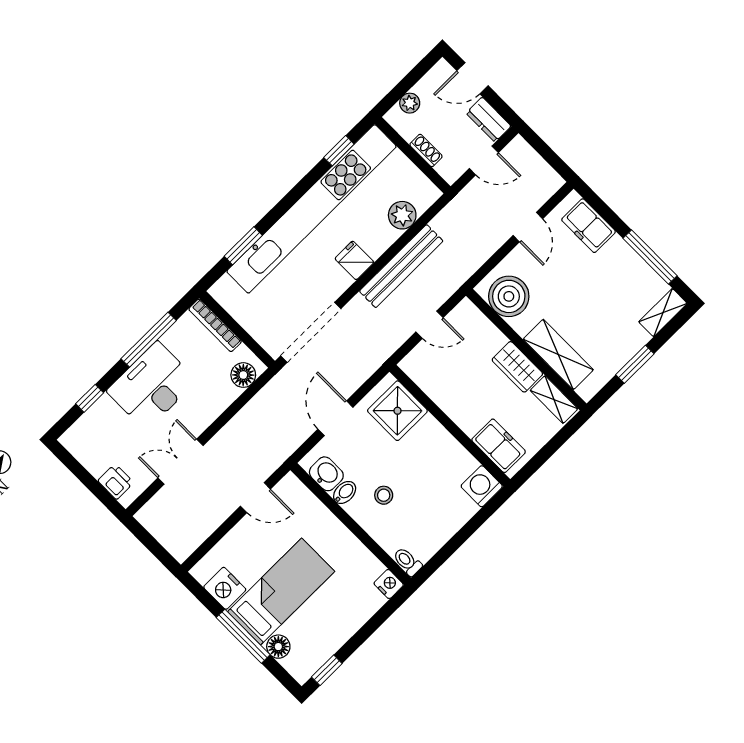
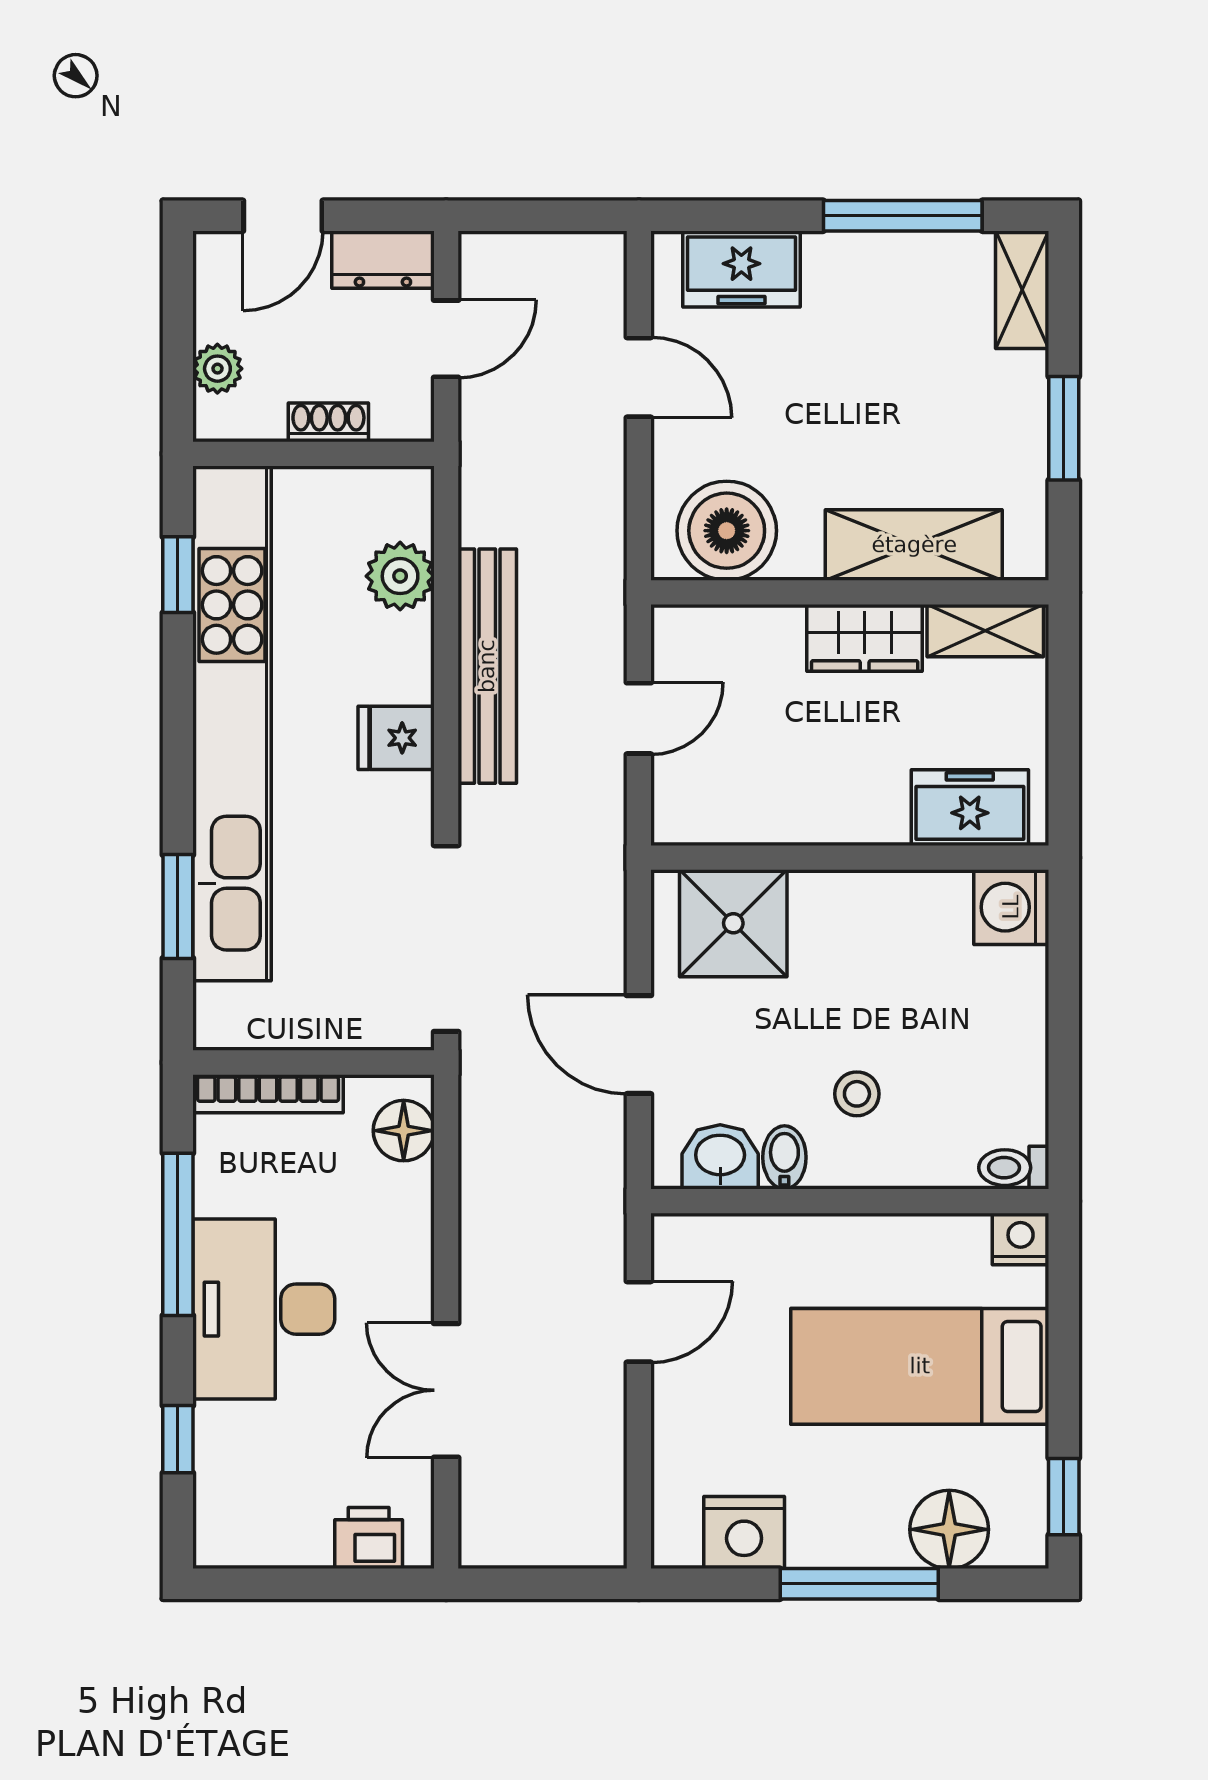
bed: (281, 591) -> (920, 1366), moved, turned -90
floor lamp: (278, 647) -> (949, 1529), width x1.38, depth x1.38

